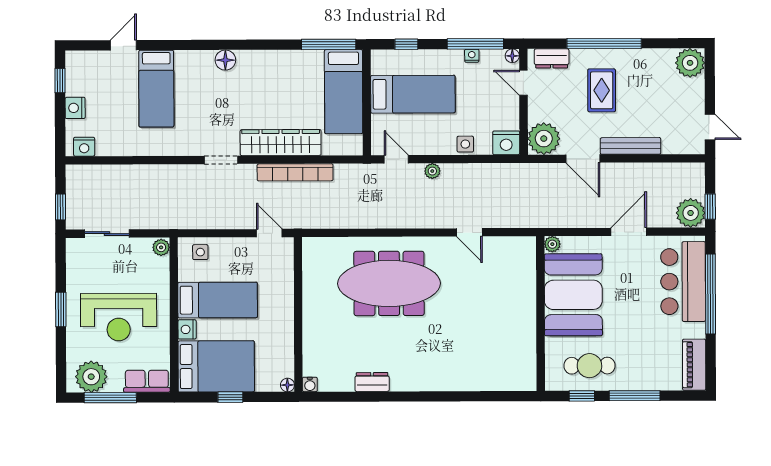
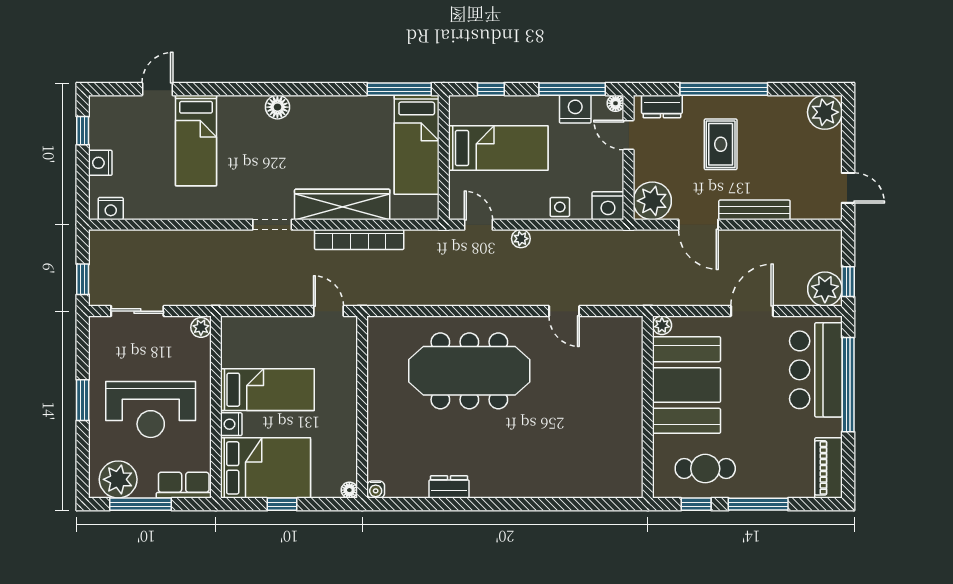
nightstand: (472, 56) -> (575, 109), width x1.89, depth x1.79
side table: (200, 252) -> (247, 333), removed

